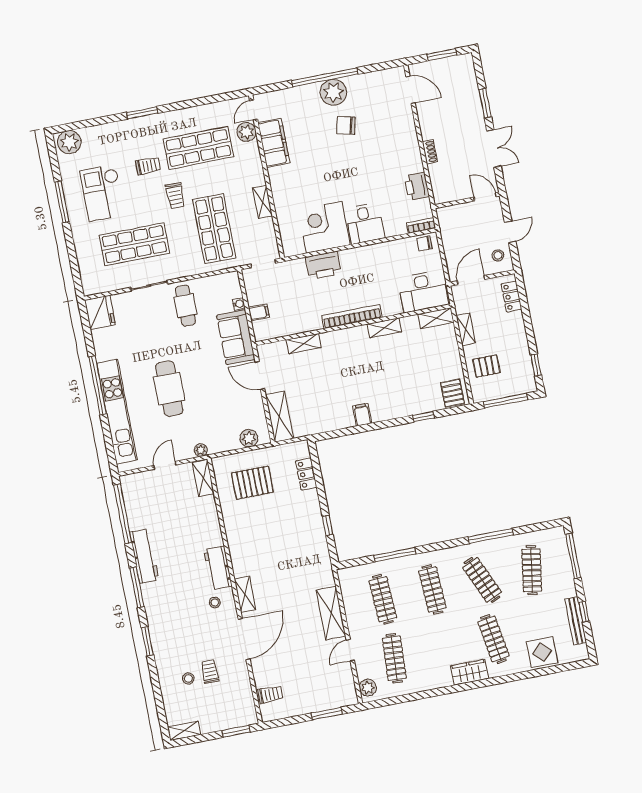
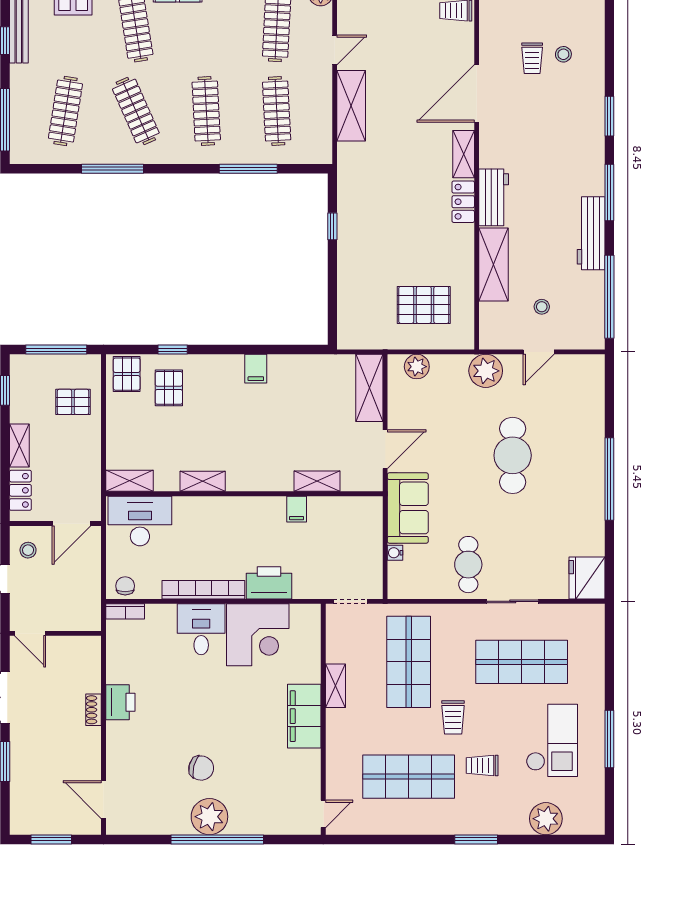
plant: (246, 132) -> (339, 786), removed
plant: (69, 142) -> (546, 819), moved
filing cabinet: (274, 143) -> (304, 716), moved
printer: (417, 186) -> (120, 702), moved
trolley: (175, 196) -> (453, 717), turned 180
chair: (425, 244) -> (125, 586), turned -90
filing cabinet: (259, 312) -> (297, 509), moved, turned -90
bookcase: (352, 317) -> (203, 590), moved, turned 180
shelving: (466, 329) -> (19, 446), moved
door: (260, 375) -> (385, 449), hinge flipped
pallet: (421, 389) -> (169, 388), added
kitchen unit: (117, 412) -> (590, 438), removed
plant: (201, 450) -> (486, 371), width x1.88, depth x1.88
locker: (306, 474) -> (463, 202), moved, turned 180
shelving: (203, 478) -> (494, 264), moved, width x1.50, depth x1.33
stool: (215, 602) -> (542, 307), moved

